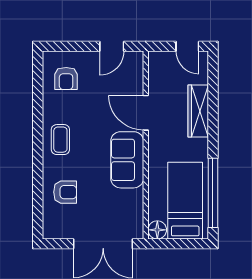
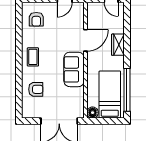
wardrobe: (198, 111) -> (118, 45), width x0.67
door: (146, 113) -> (85, 40), swing flipped

